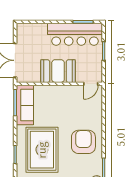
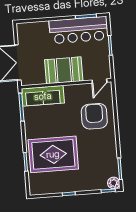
sofa: (25, 105) -> (43, 96), moved, turned 90
armchair: (83, 142) -> (94, 116), moved
rug: (42, 150) -> (53, 154), turned 90

